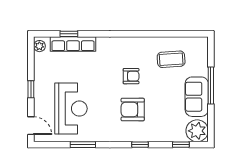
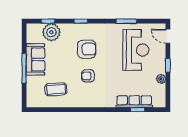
plant: (39, 46) -> (161, 79), moved
reception desk: (71, 109) -> (136, 50), turned 180
plant: (197, 131) -> (51, 32), moved

